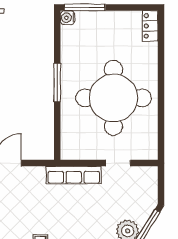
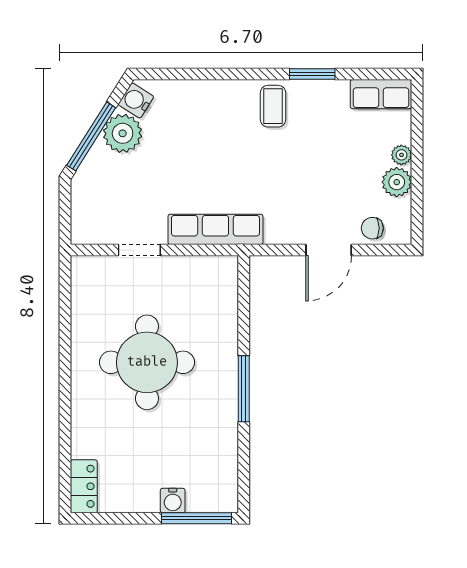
water cooler: (68, 18) -> (173, 500), moved, turned 90
round table: (114, 98) -> (147, 362), width x0.73, depth x0.73

